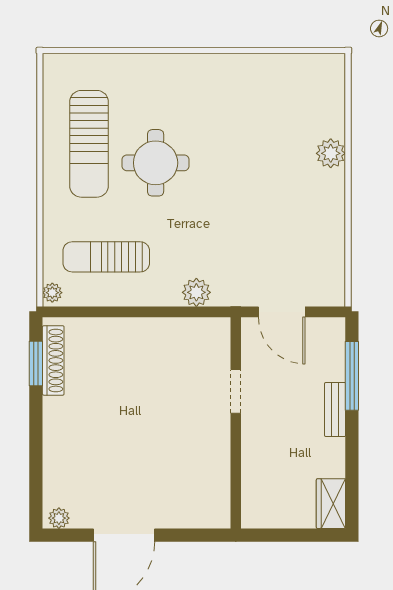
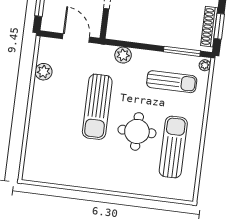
plant: (331, 153) -> (44, 72), moved
sun lounger: (230, 197) -> (97, 107), added
window: (95, 312) -> (182, 51), added

